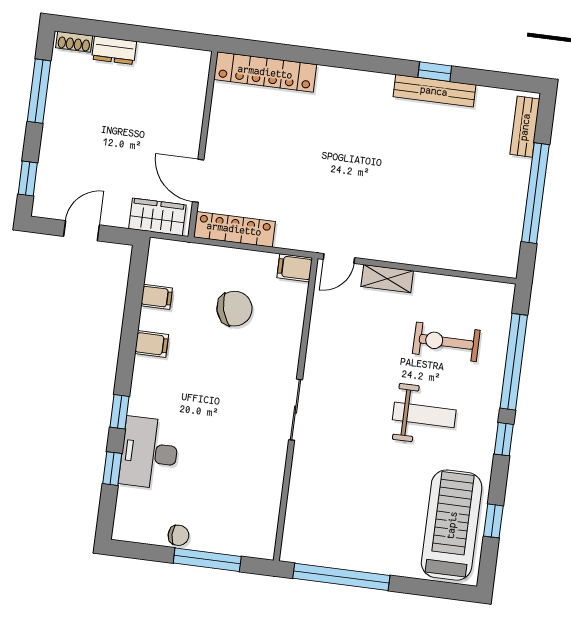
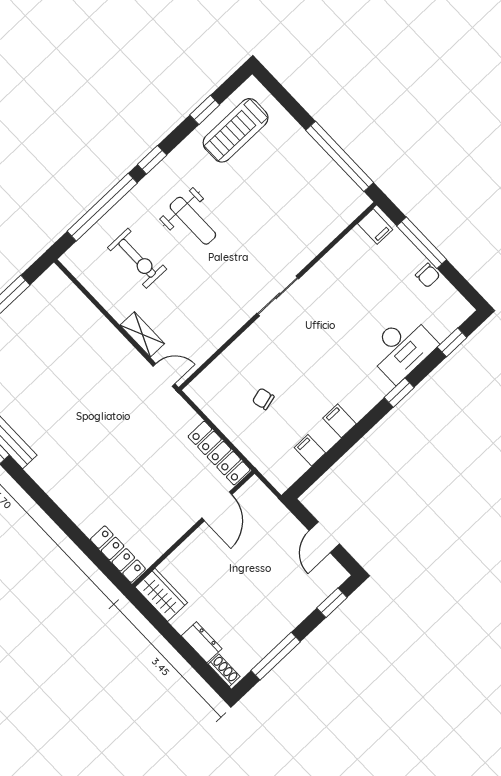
locker: (265, 72) -> (118, 554), width x0.71, depth x0.83
wardrobe: (157, 217) -> (161, 595), moved, turned 180
door: (82, 231) -> (324, 537), hinge flipped
filing cabinet: (295, 268) -> (375, 227), moved
chair: (234, 309) -> (263, 399), width x0.54, depth x0.54
weight bench: (424, 415) -> (193, 221), turned 180
window: (112, 469) -> (452, 342), moved
treadmill: (452, 525) -> (236, 130), width x0.73, depth x0.73
chair: (178, 535) -> (428, 275), turned 180

